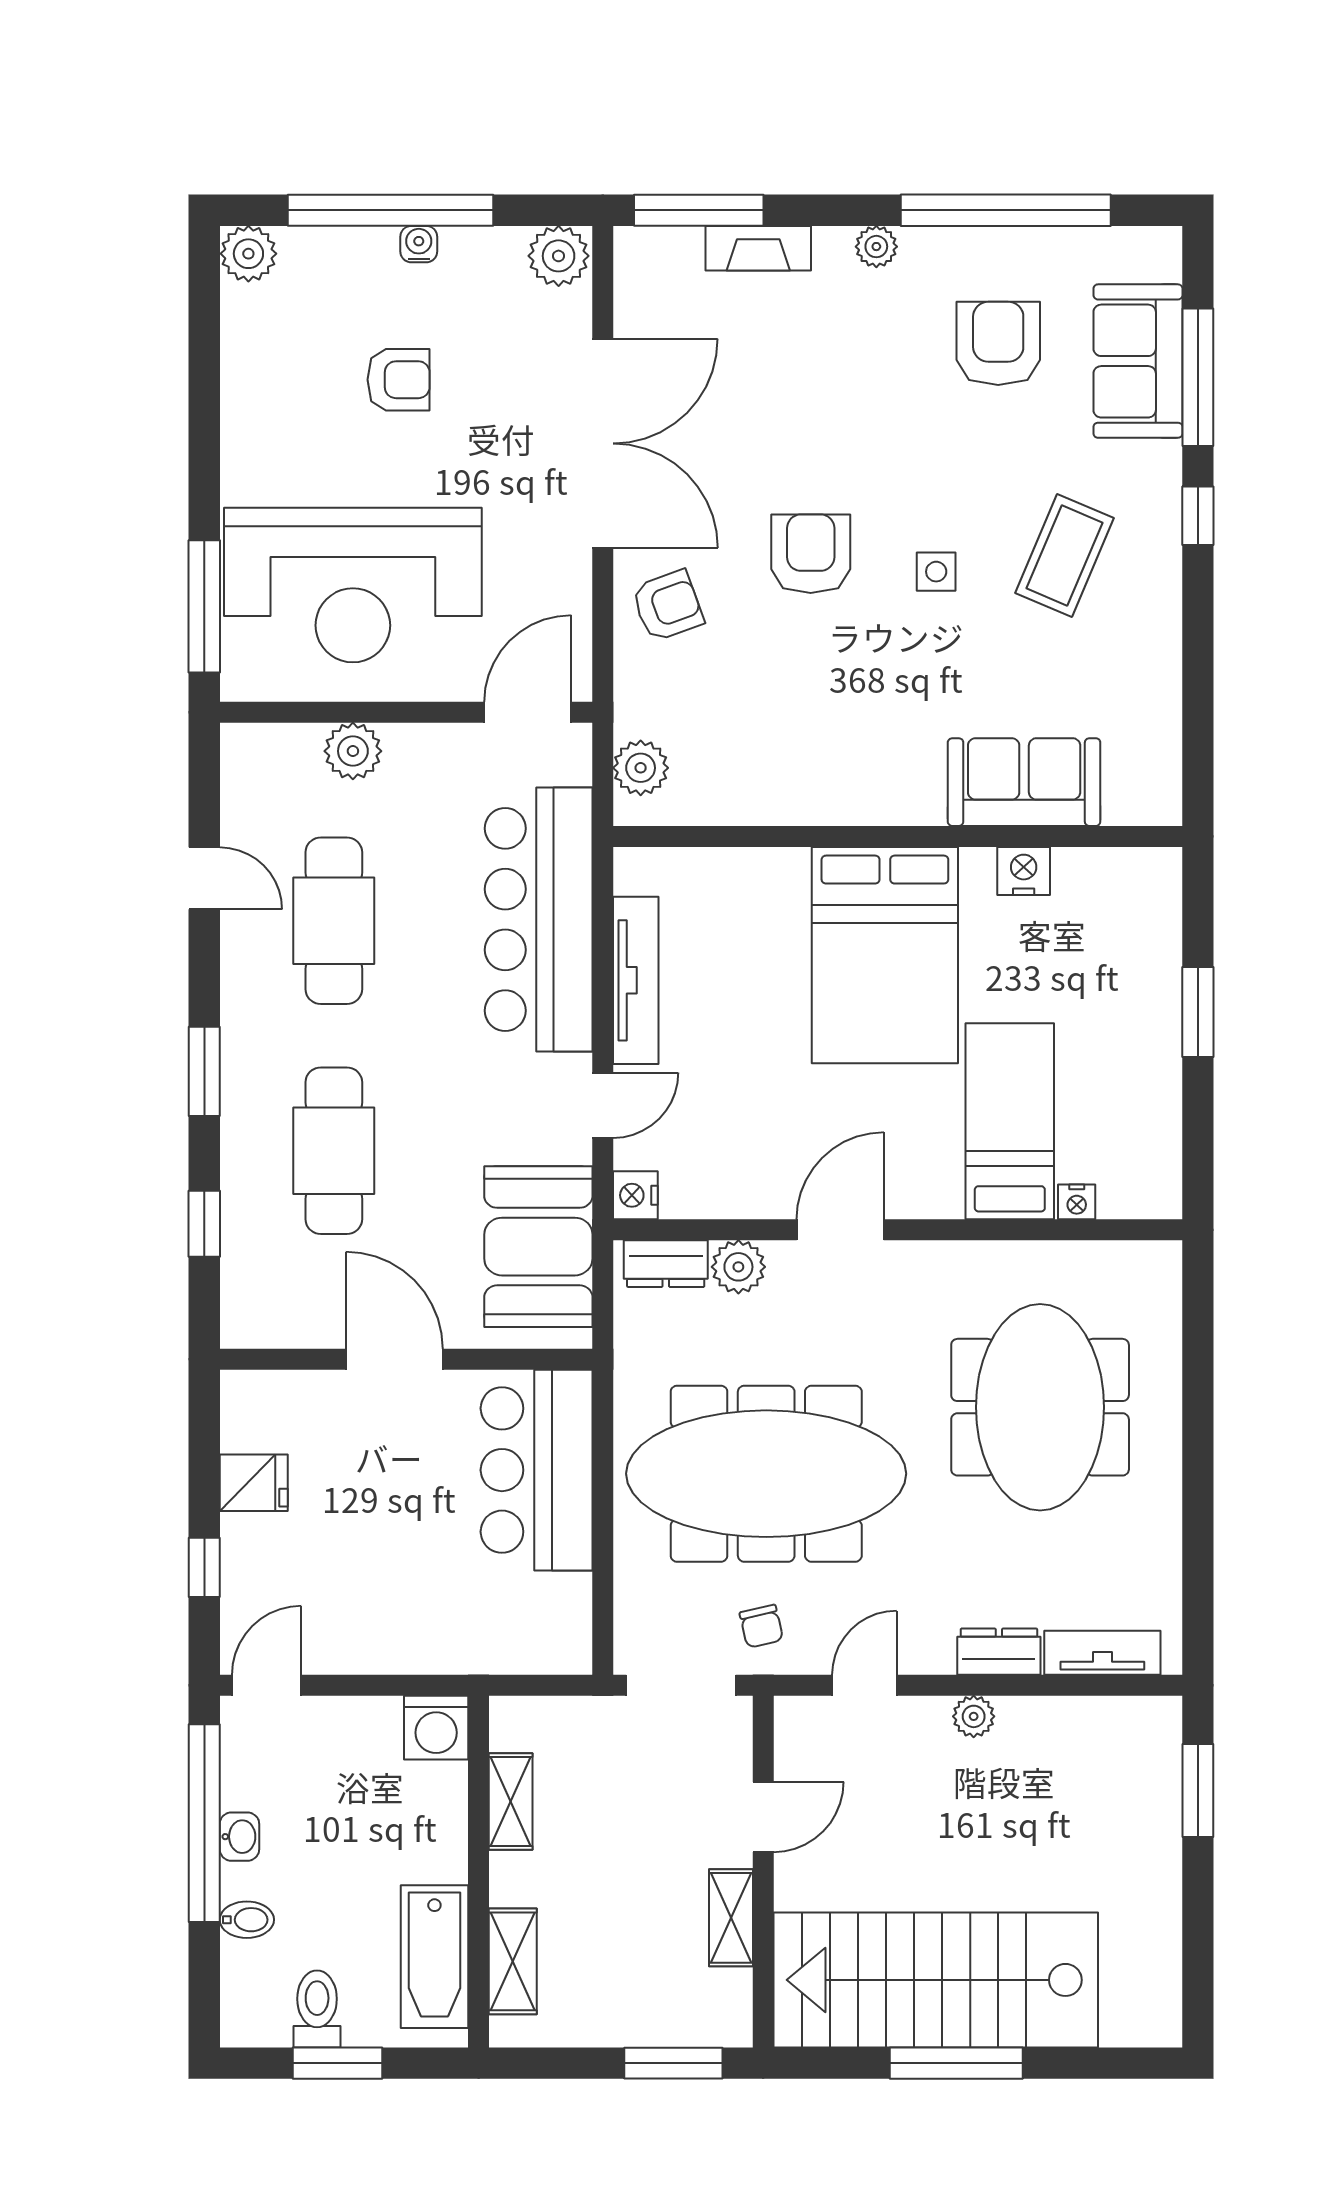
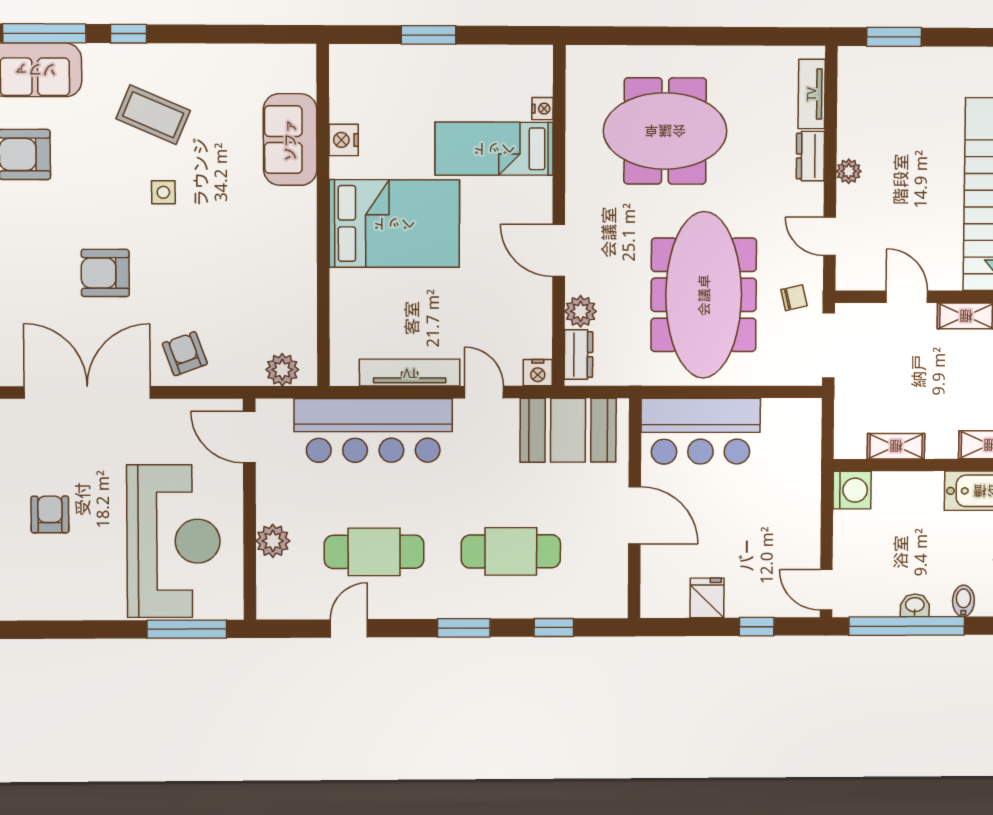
armchair: (811, 554) -> (105, 273), moved
door: (394, 1359) -> (634, 515), swing flipped

